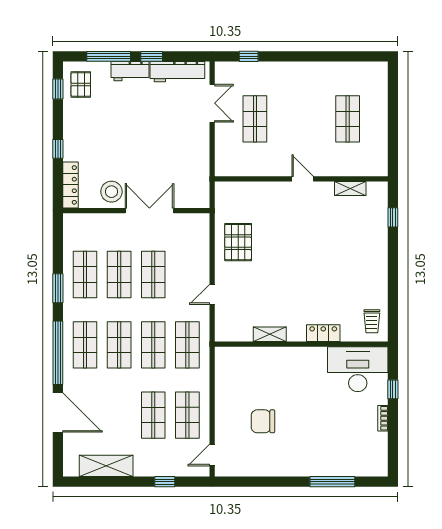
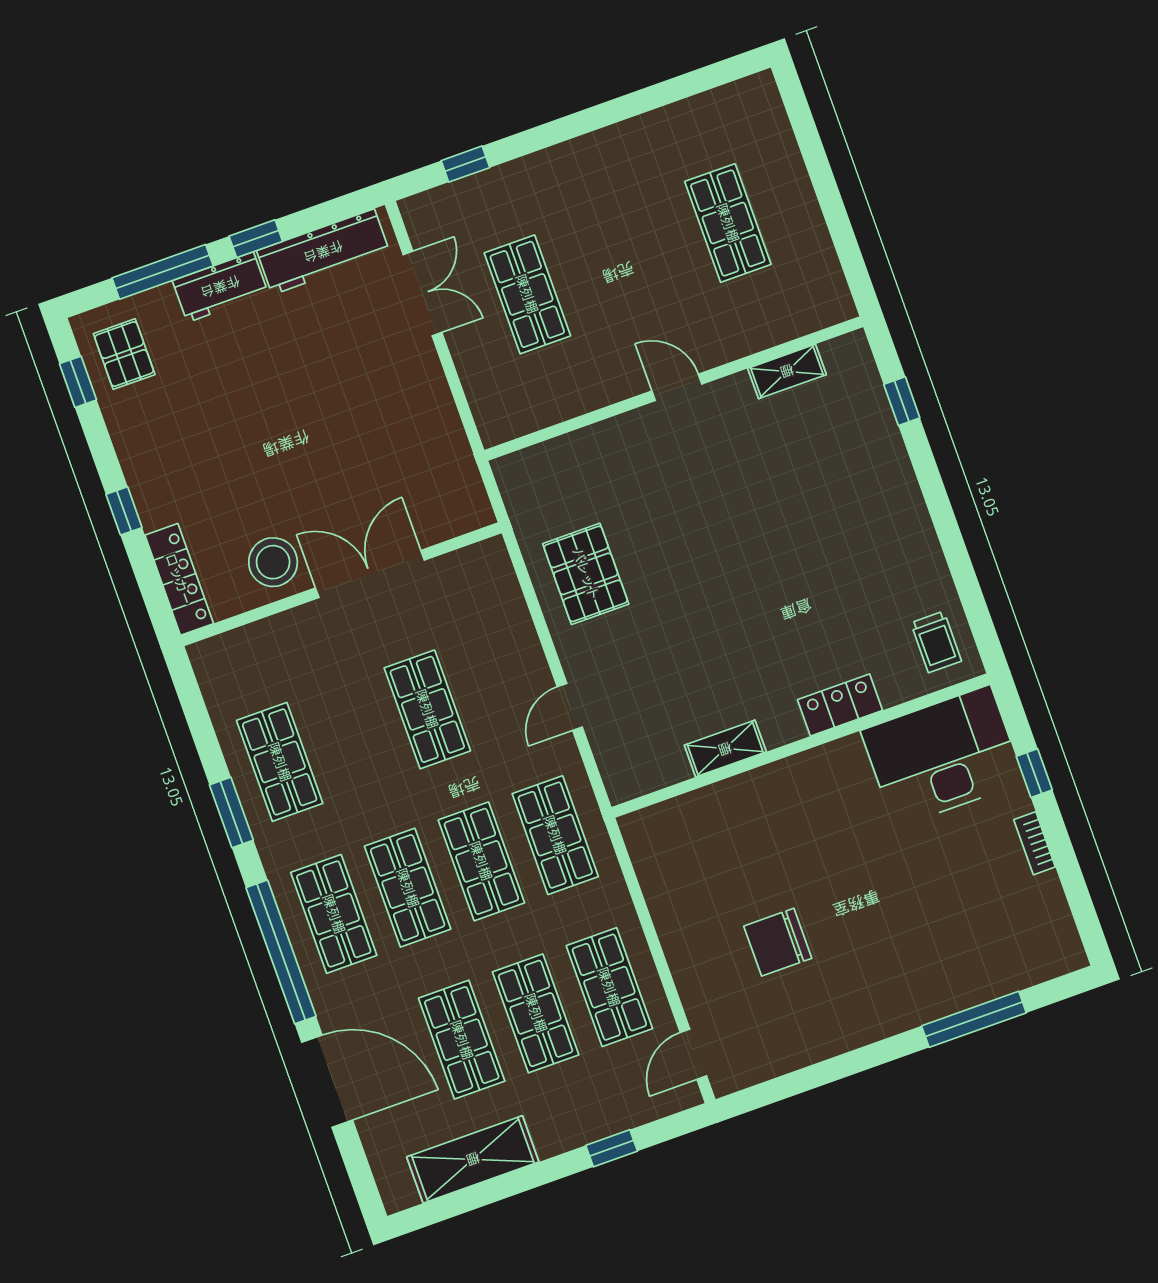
shop shelf: (119, 275) -> (462, 1040), moved

